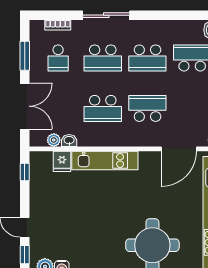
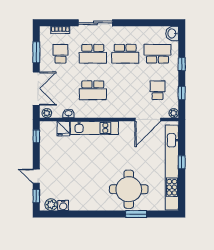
school desk: (58, 58) -> (60, 54), turned 180
school desk: (147, 108) -> (158, 90), moved, width x0.54
plant: (54, 140) -> (47, 113), moved

